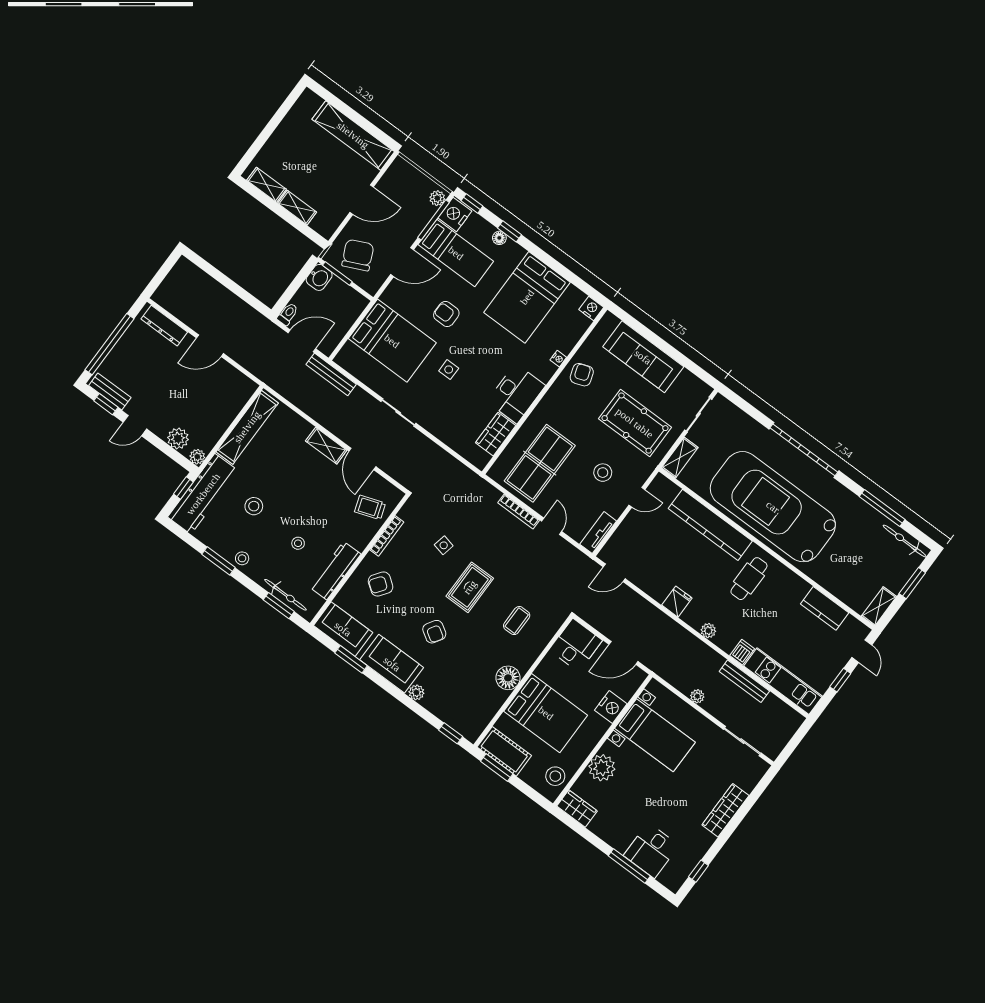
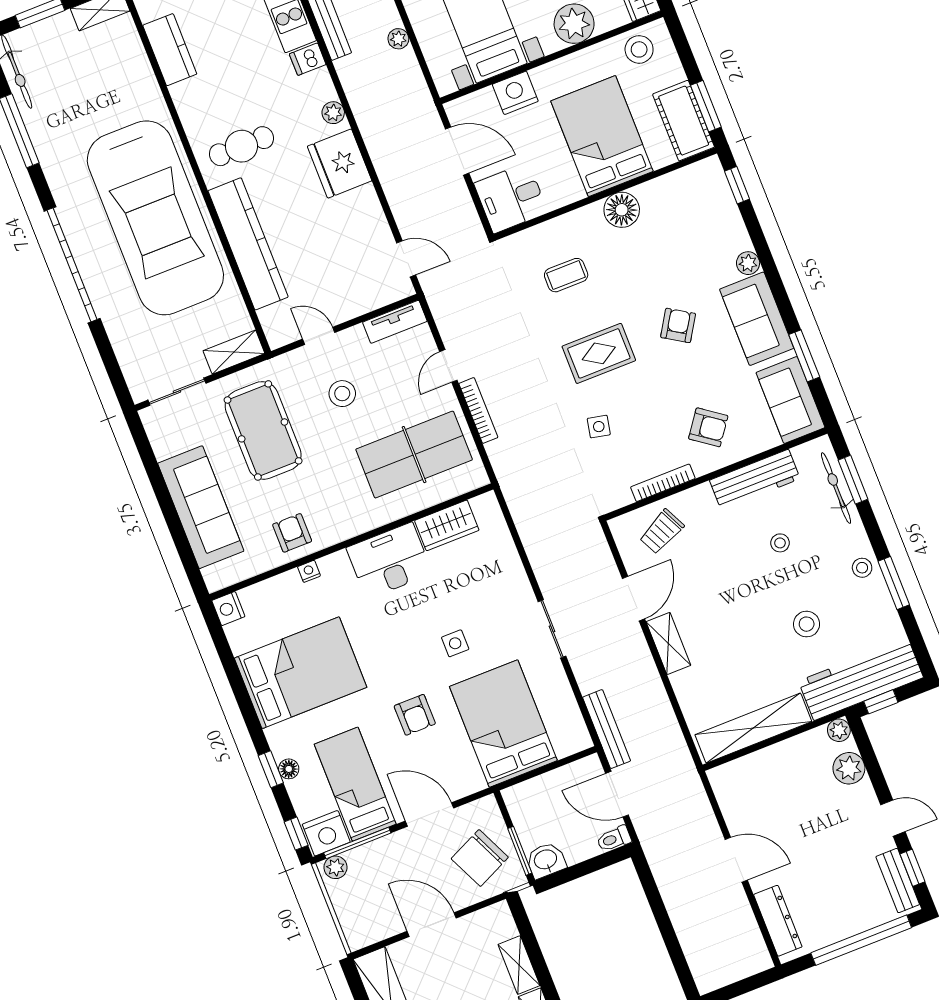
armchair: (582, 375) -> (292, 533), turned 109
trolley: (370, 507) -> (662, 532), turned 83
fridge: (677, 602) -> (340, 164), width x1.88, depth x1.34

